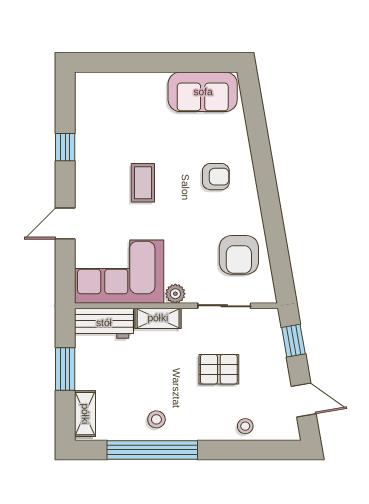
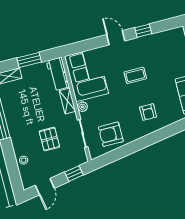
door: (65, 224) -> (116, 38), moved
stool: (156, 419) -> (15, 114), removed

